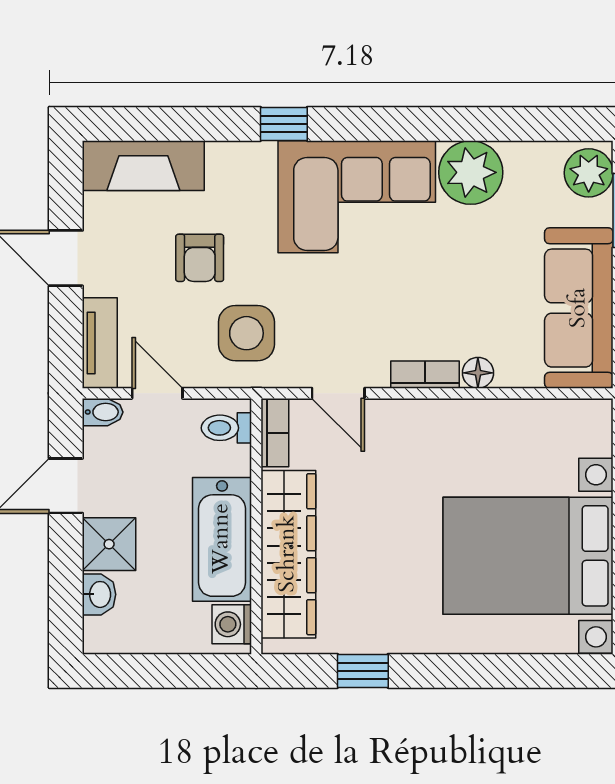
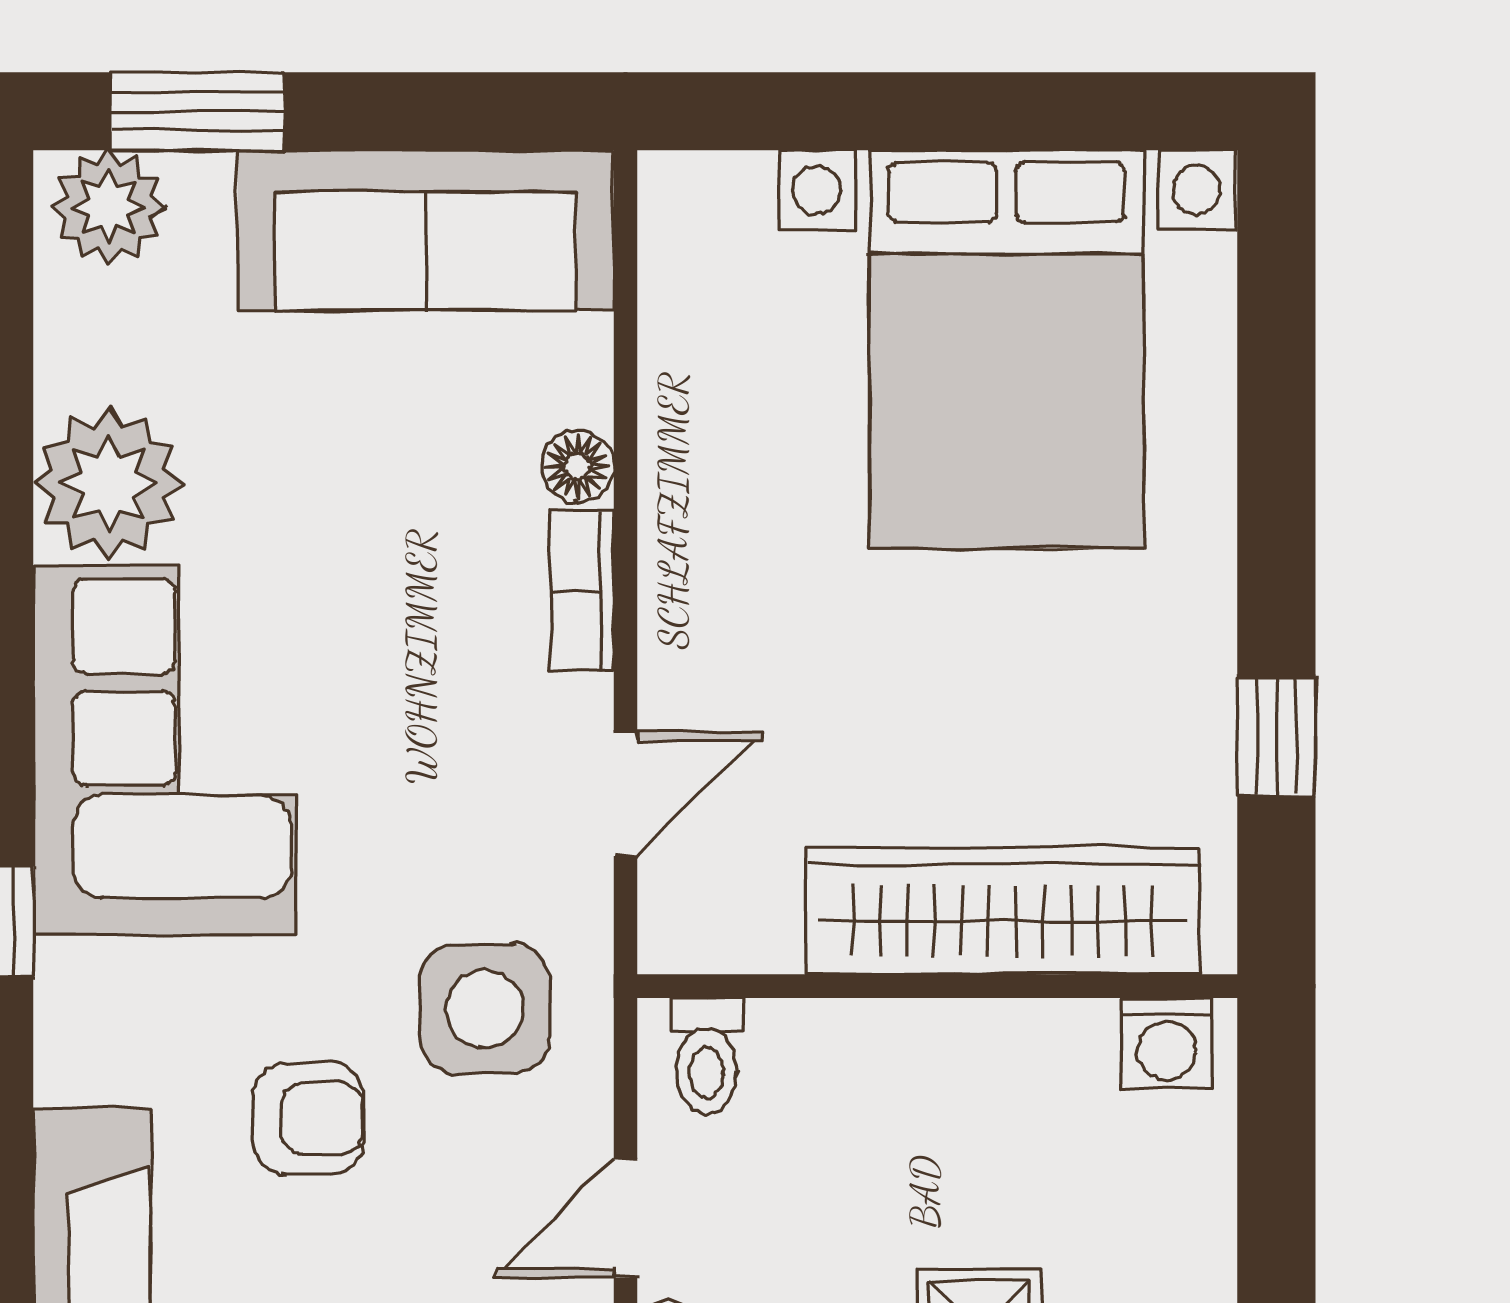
bookcase: (275, 433) -> (718, 942), removed
bathtub: (222, 539) -> (968, 1066), removed

